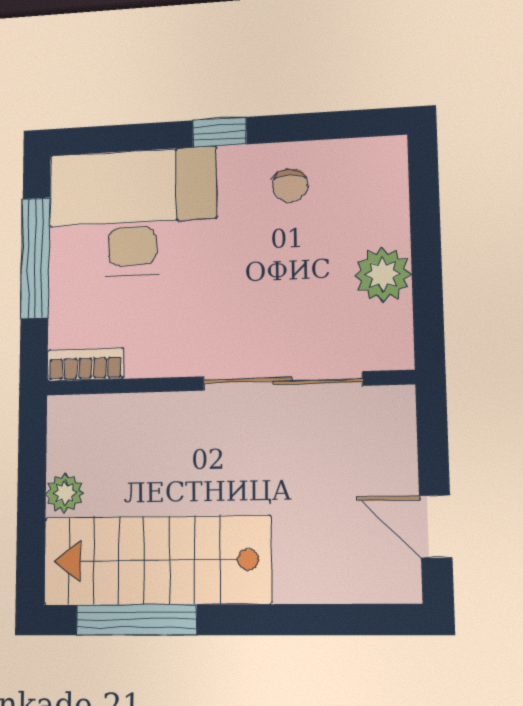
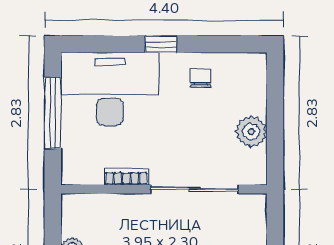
chair: (290, 186) -> (201, 78), turned 180
bookcase: (85, 365) -> (126, 176), moved

